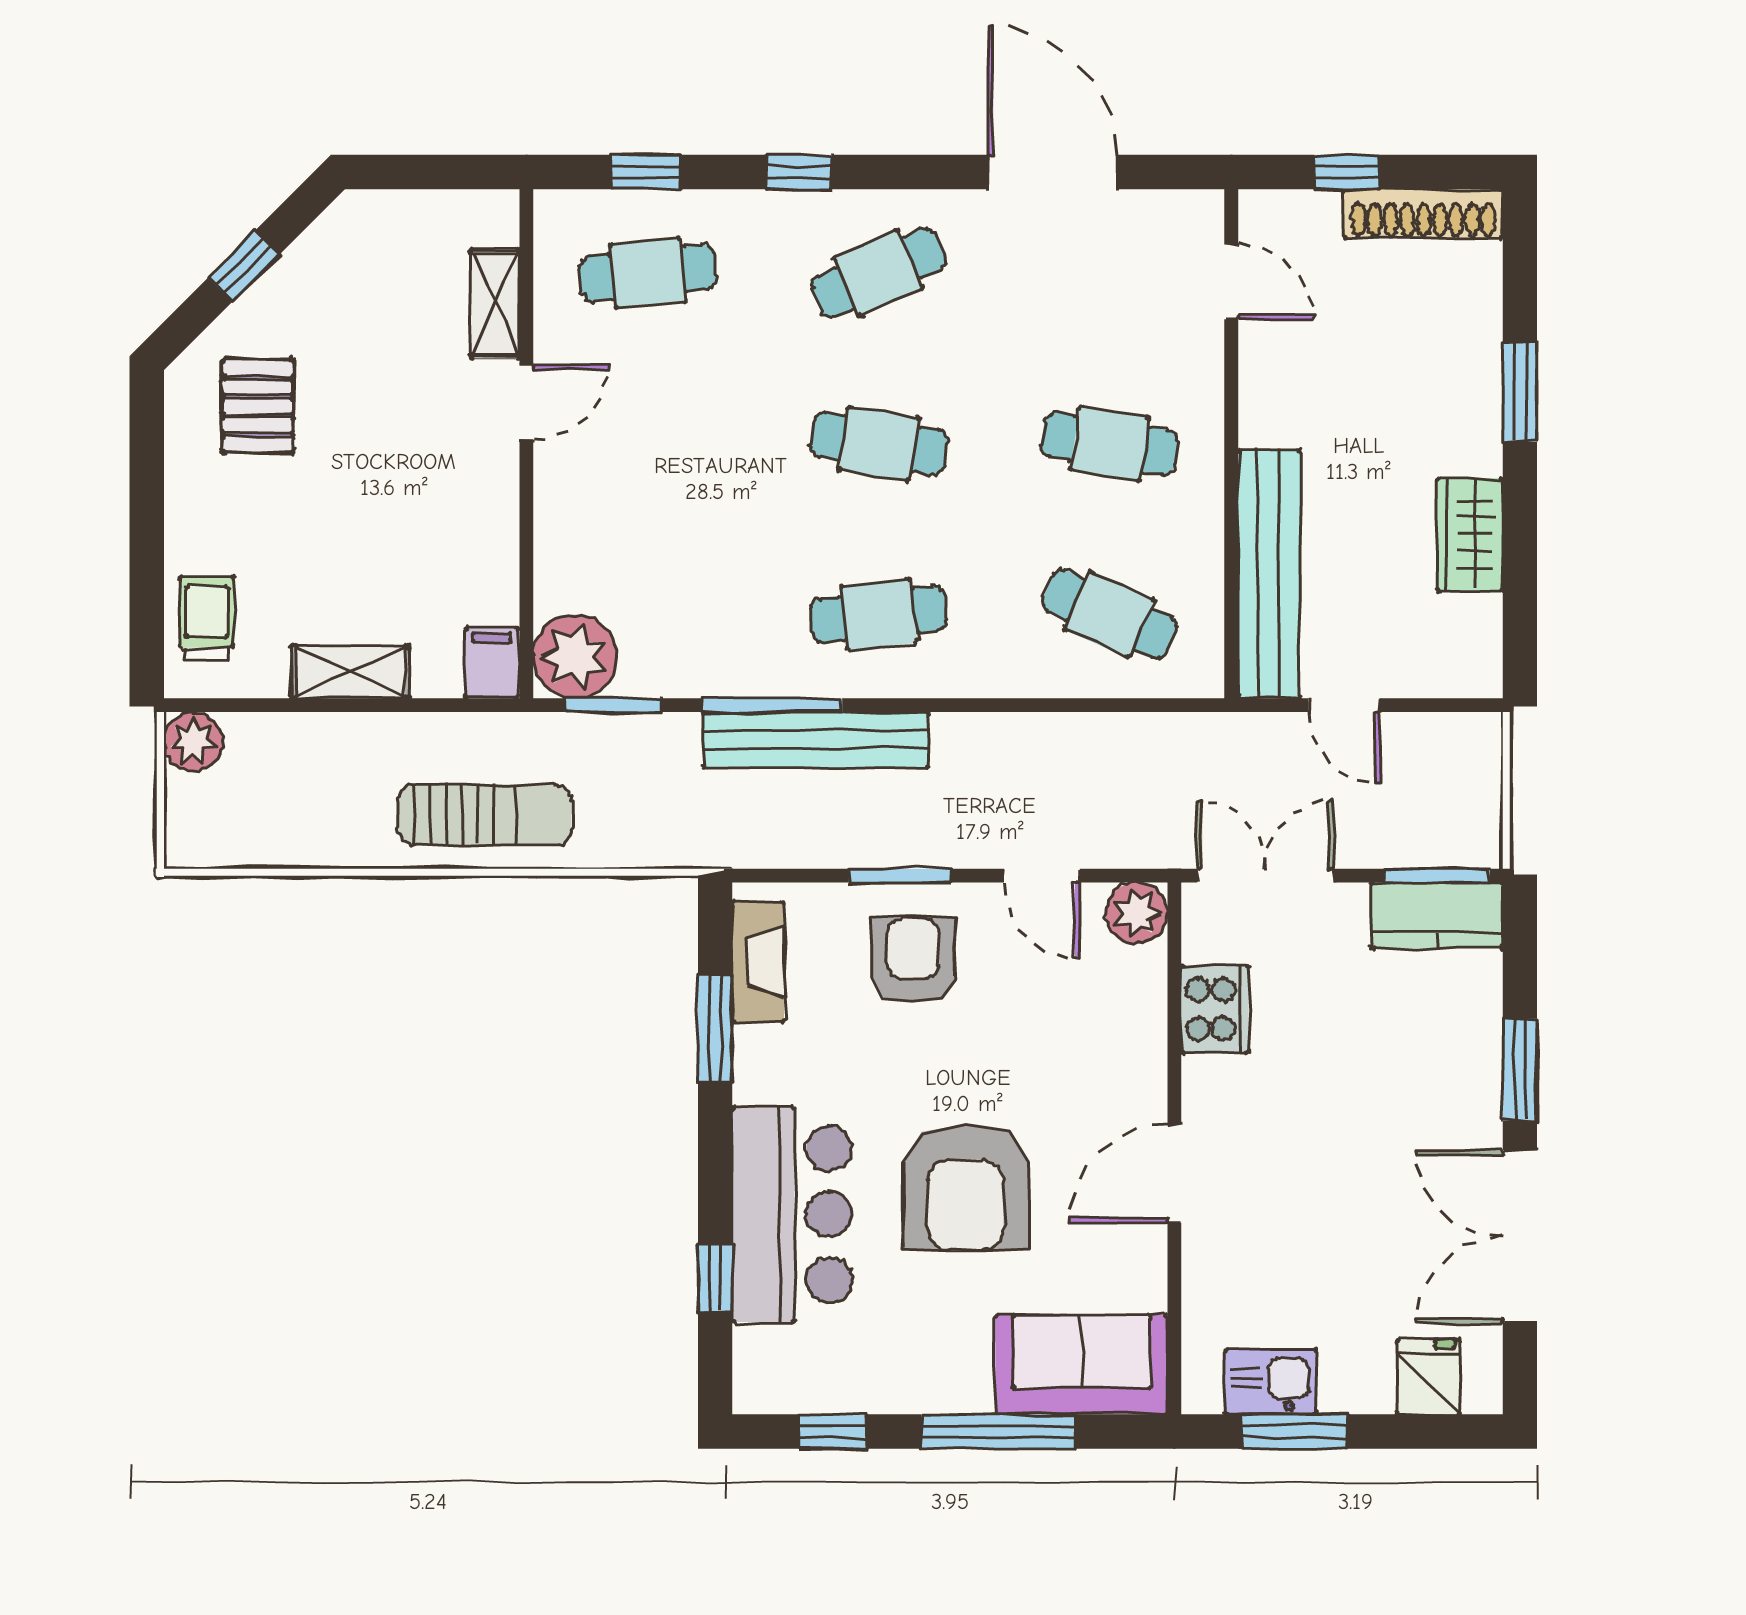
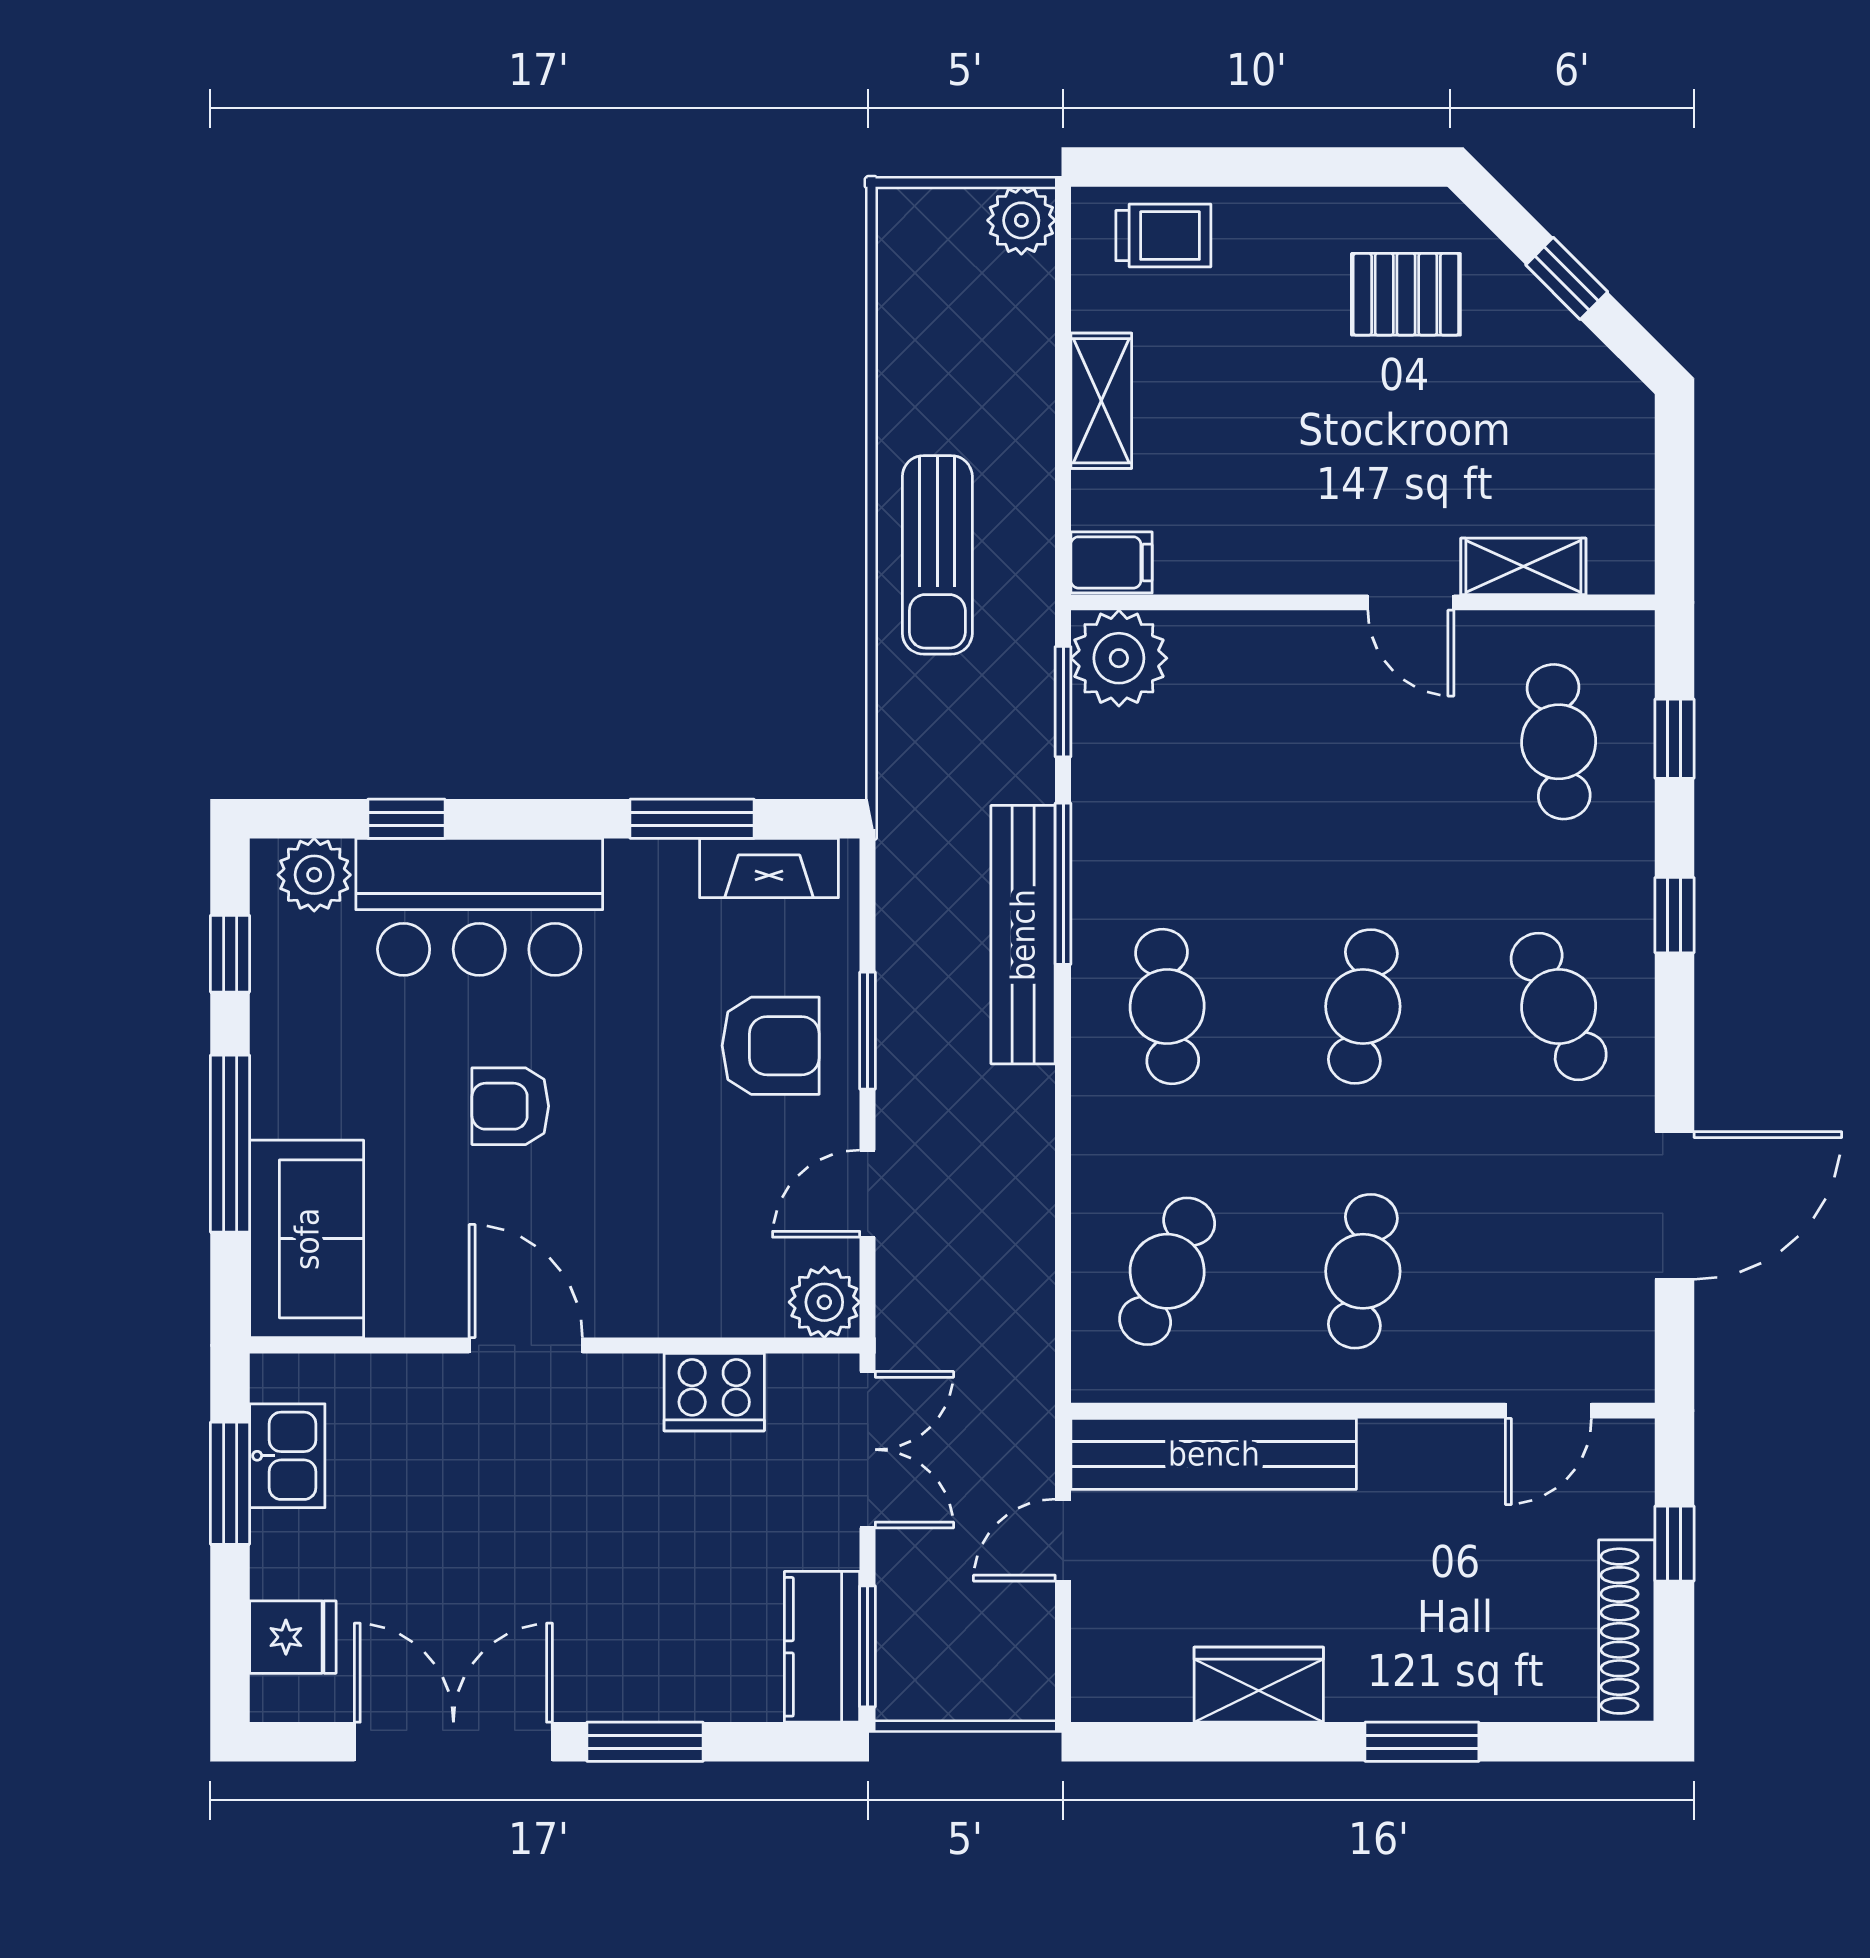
armchair: (966, 1187) -> (510, 1106), width x0.53, depth x0.53
plant: (764, 1358) -> (314, 875), added

